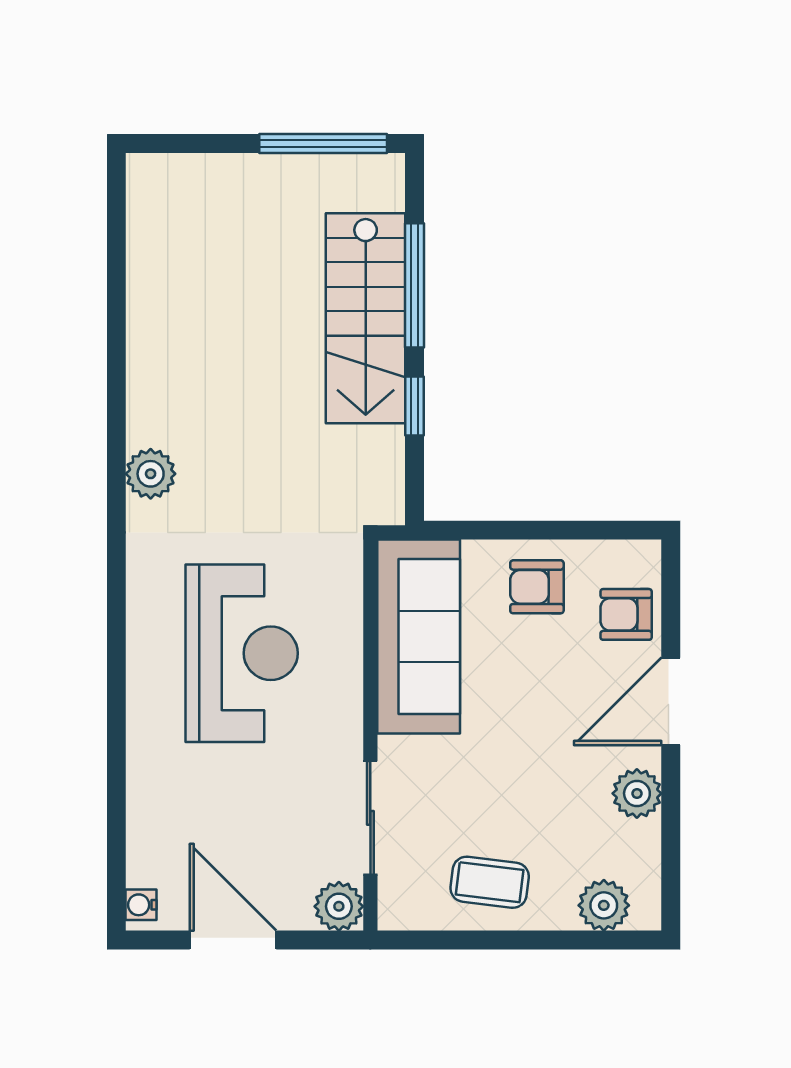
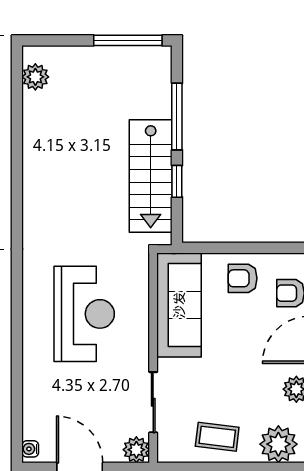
stairs: (366, 318) -> (151, 176), moved
plant: (151, 474) -> (35, 77), moved
plant: (604, 905) -> (278, 444), width x1.36, depth x1.36

